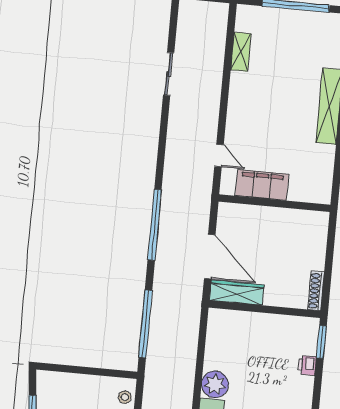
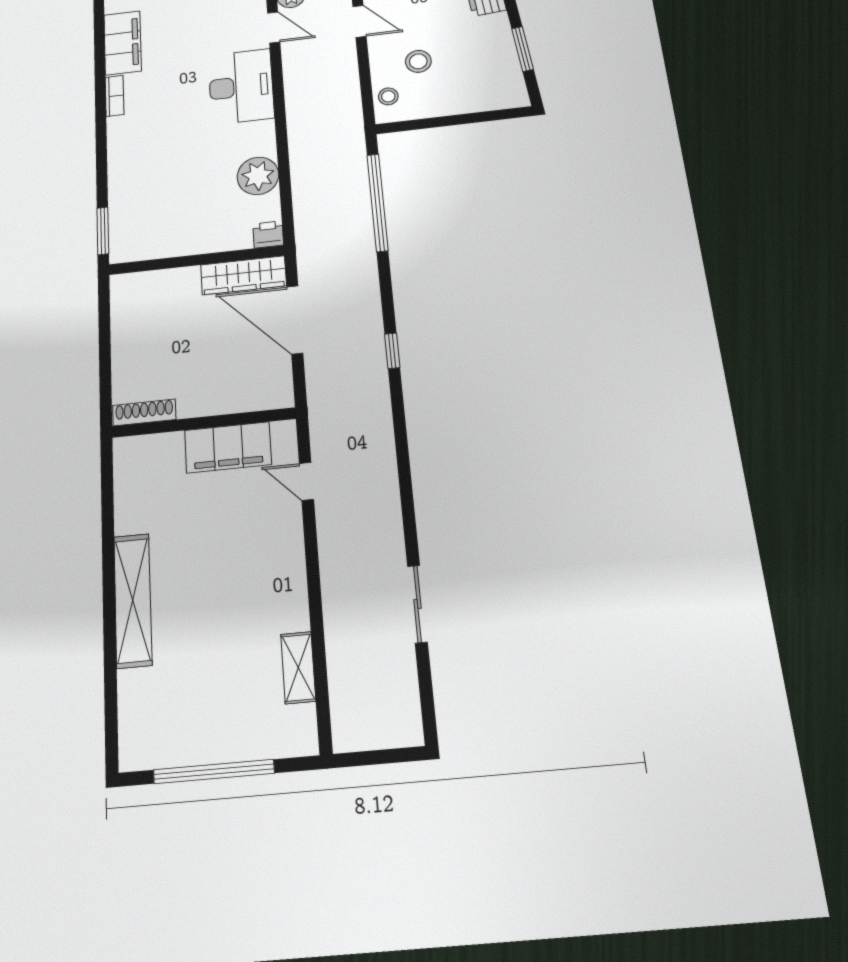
window: (155, 225) -> (392, 351), width x0.32
shoe rack: (316, 291) -> (144, 413), moved, turned -90
printer: (307, 365) -> (268, 234), moved, turned -90
plant: (215, 384) -> (258, 176), moved

